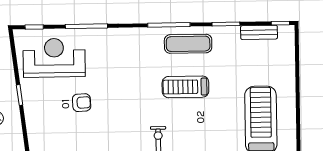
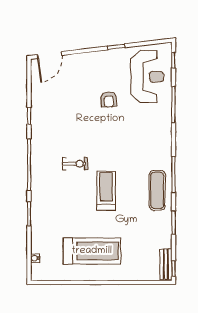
bench: (259, 32) -> (166, 264), moved
treadmill: (185, 87) -> (106, 191), moved

